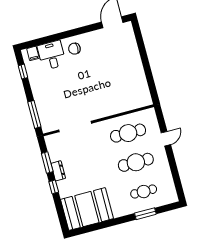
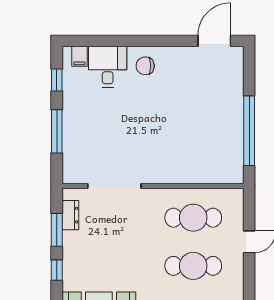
window: (148, 71) -> (249, 131), added
window: (34, 114) -> (57, 131), moved
dresser: (58, 171) -> (70, 215), moved

